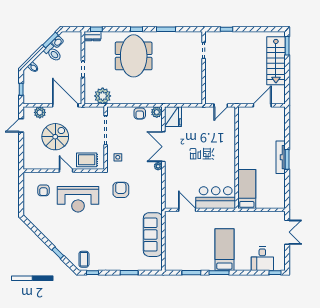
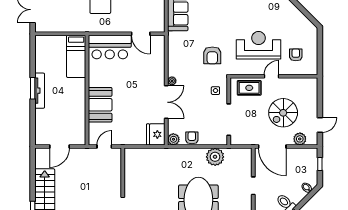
plant: (103, 96) -> (215, 157), moved
booth: (225, 144) -> (100, 105), added
door: (66, 171) -> (271, 76), swing flipped

